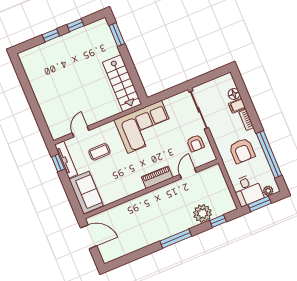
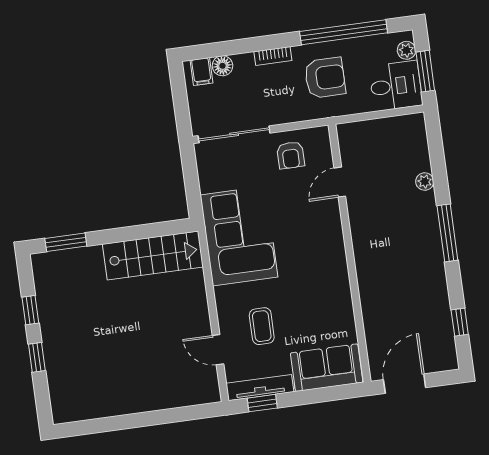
filing cabinet: (237, 106) -> (201, 72), moved
armchair: (195, 143) -> (291, 155), turned 90
door: (188, 174) -> (340, 182), hinge flipped
piano: (157, 177) -> (332, 237), removed
plant: (203, 213) -> (425, 182), width x0.53, depth x0.53
window: (218, 221) -> (460, 322), moved

